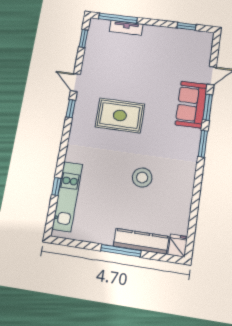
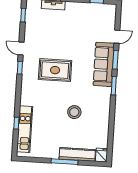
sofa: (191, 105) -> (104, 64), width x1.36

